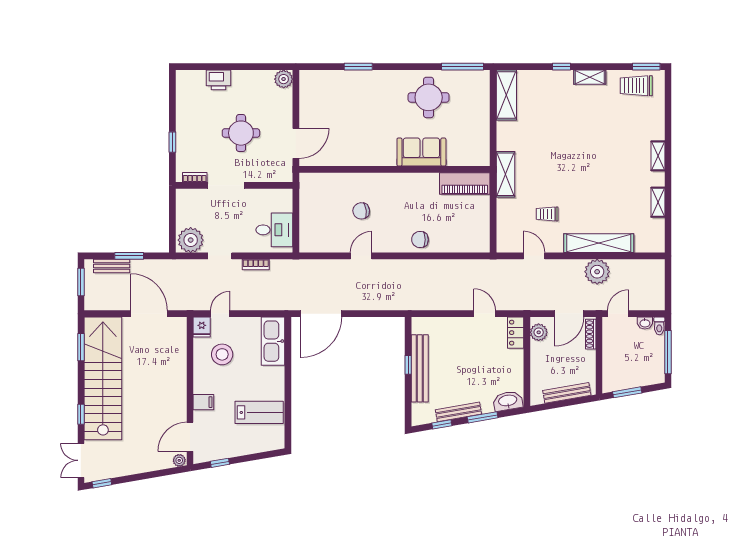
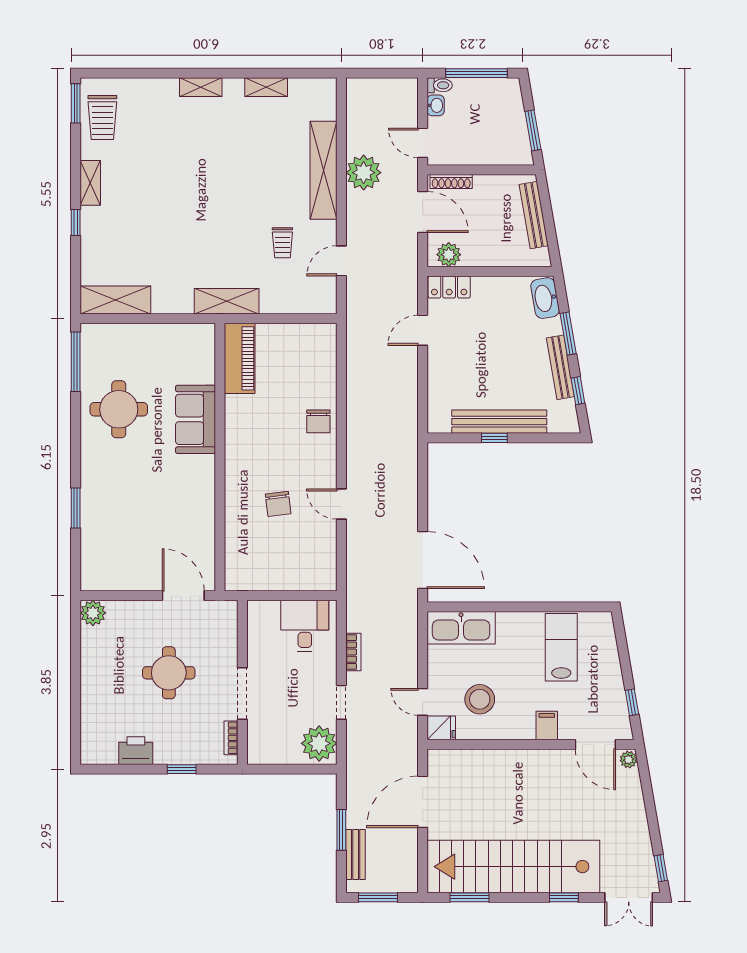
printer: (218, 80) -> (136, 751), moved, turned -90

